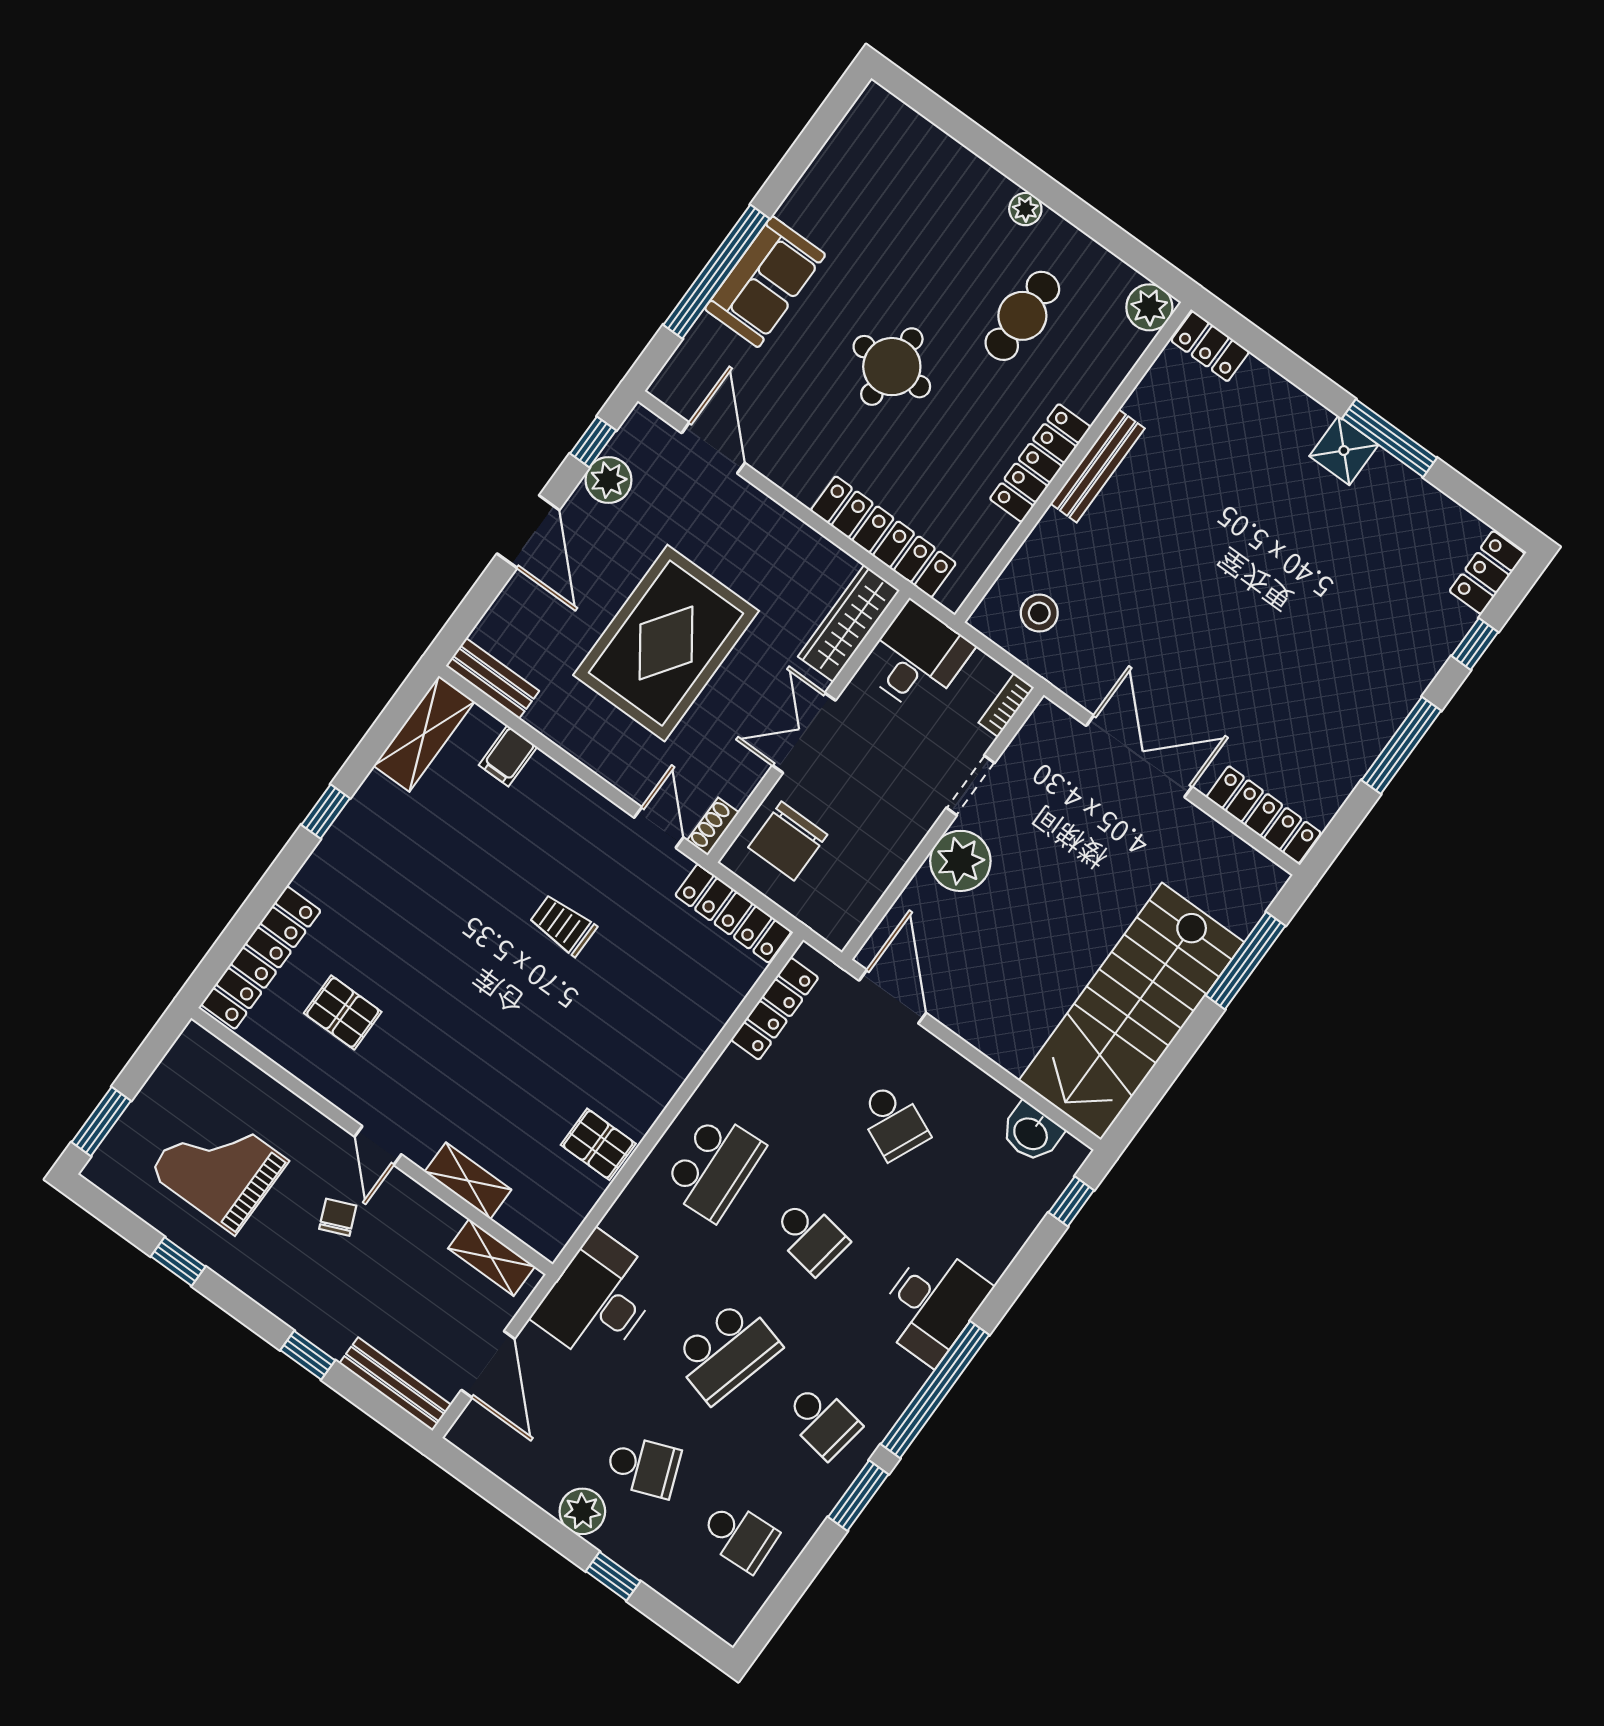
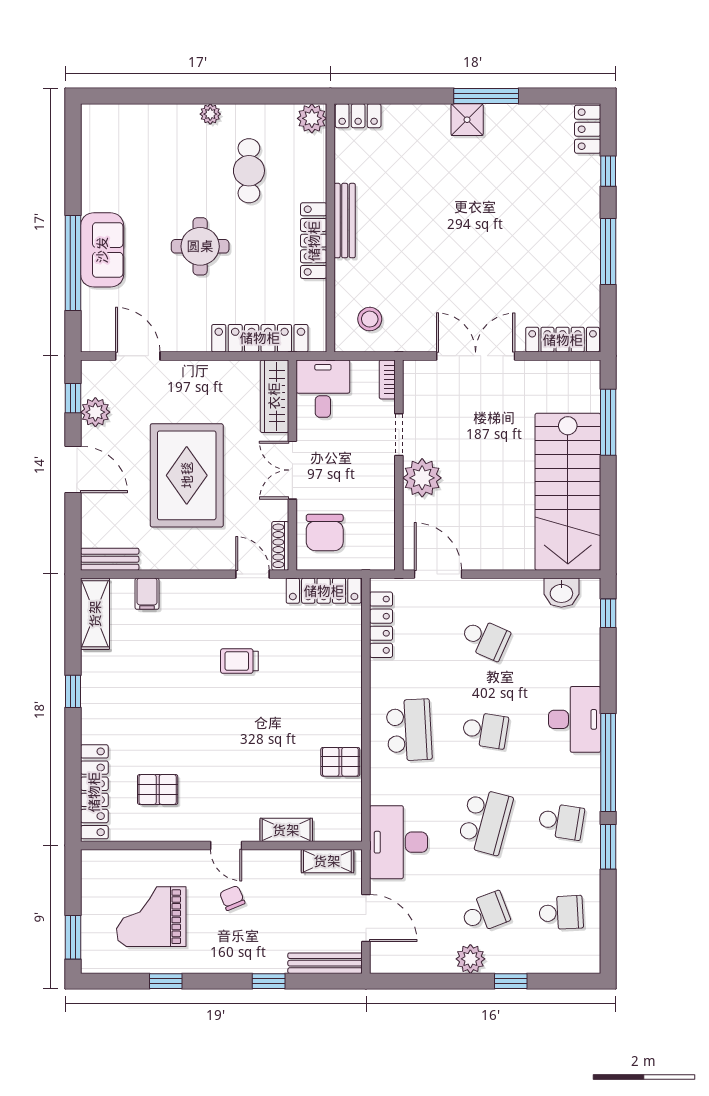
shoe rack: (713, 826) -> (280, 546), width x1.43

